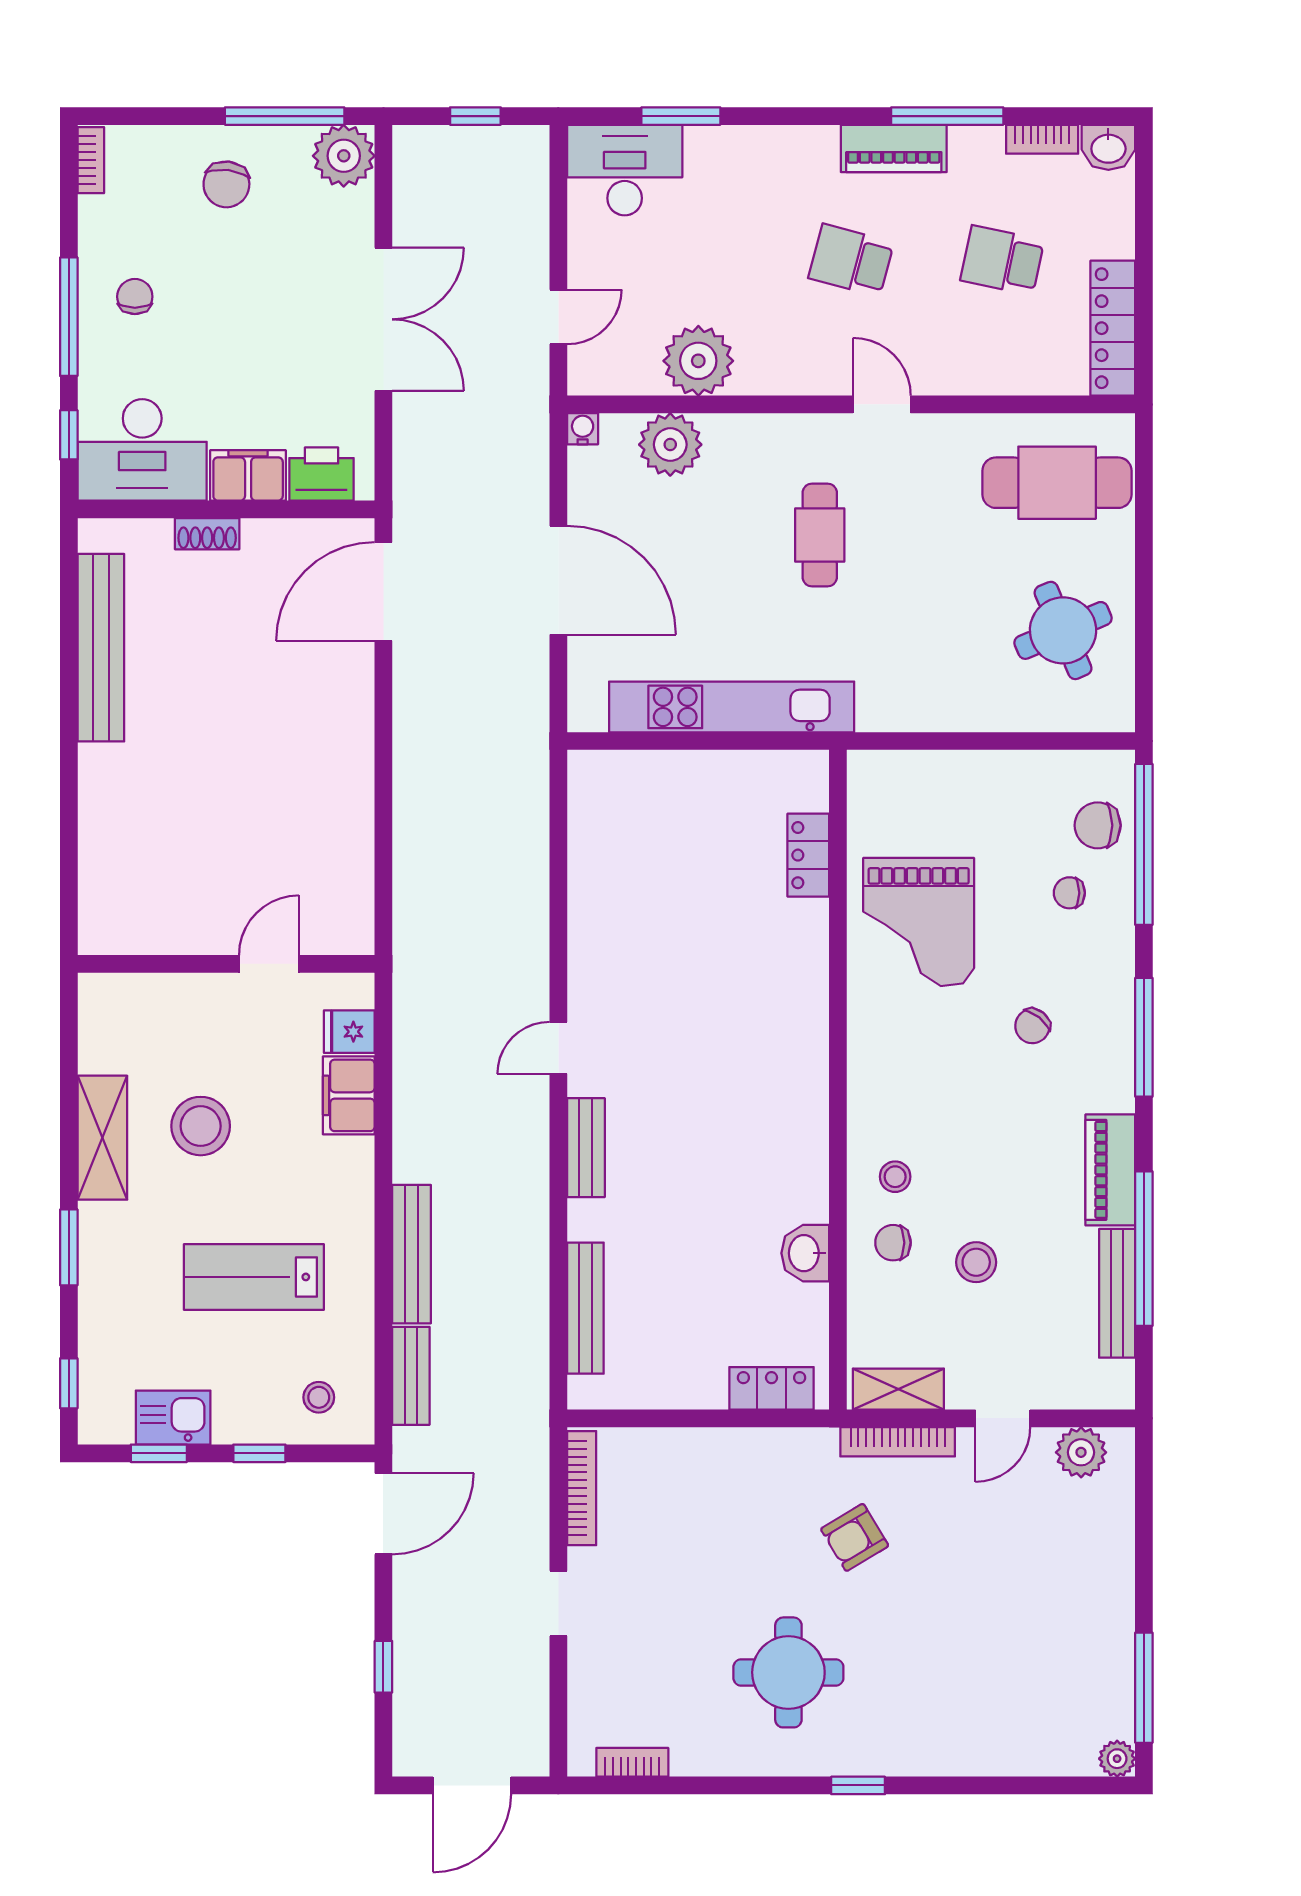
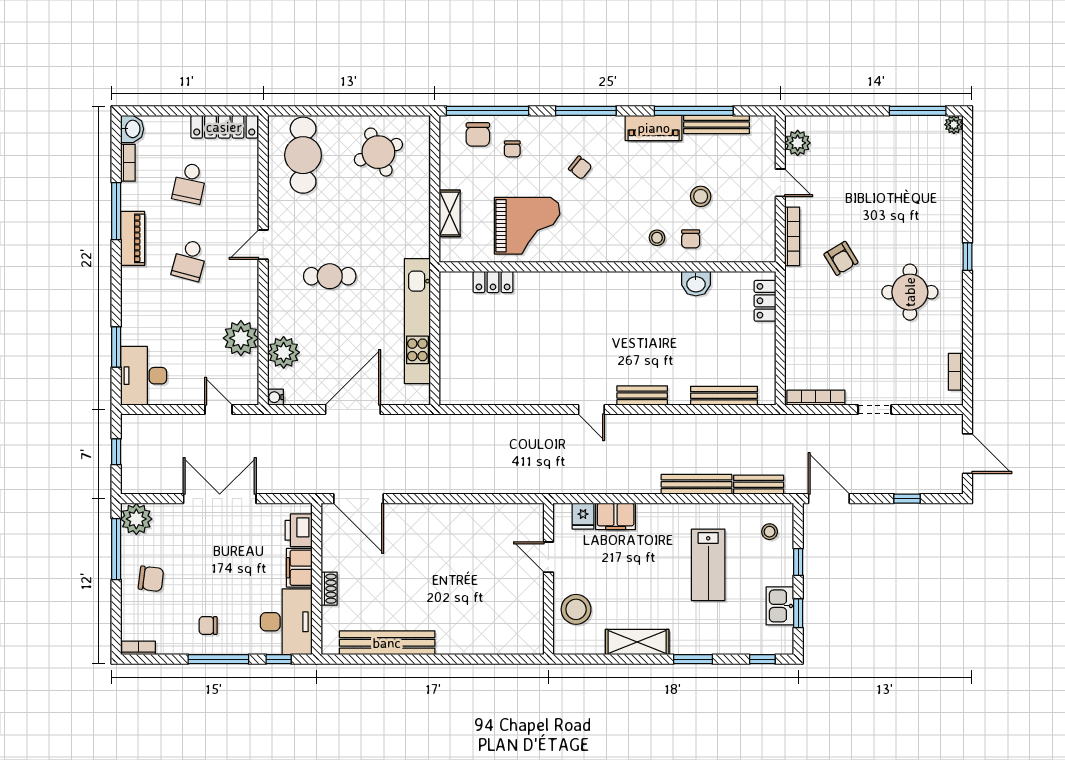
stool: (201, 1126) -> (576, 609), moved
shelving: (898, 1389) -> (450, 213), moved

